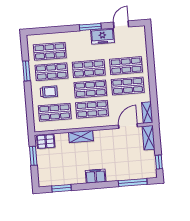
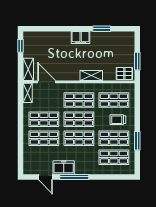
door: (121, 24) -> (45, 177), hinge flipped
window: (90, 27) -> (74, 177), width x1.44
door: (128, 126) -> (47, 82), swing flipped
window: (133, 183) -> (46, 29), removed
window: (61, 188) -> (102, 29), moved

